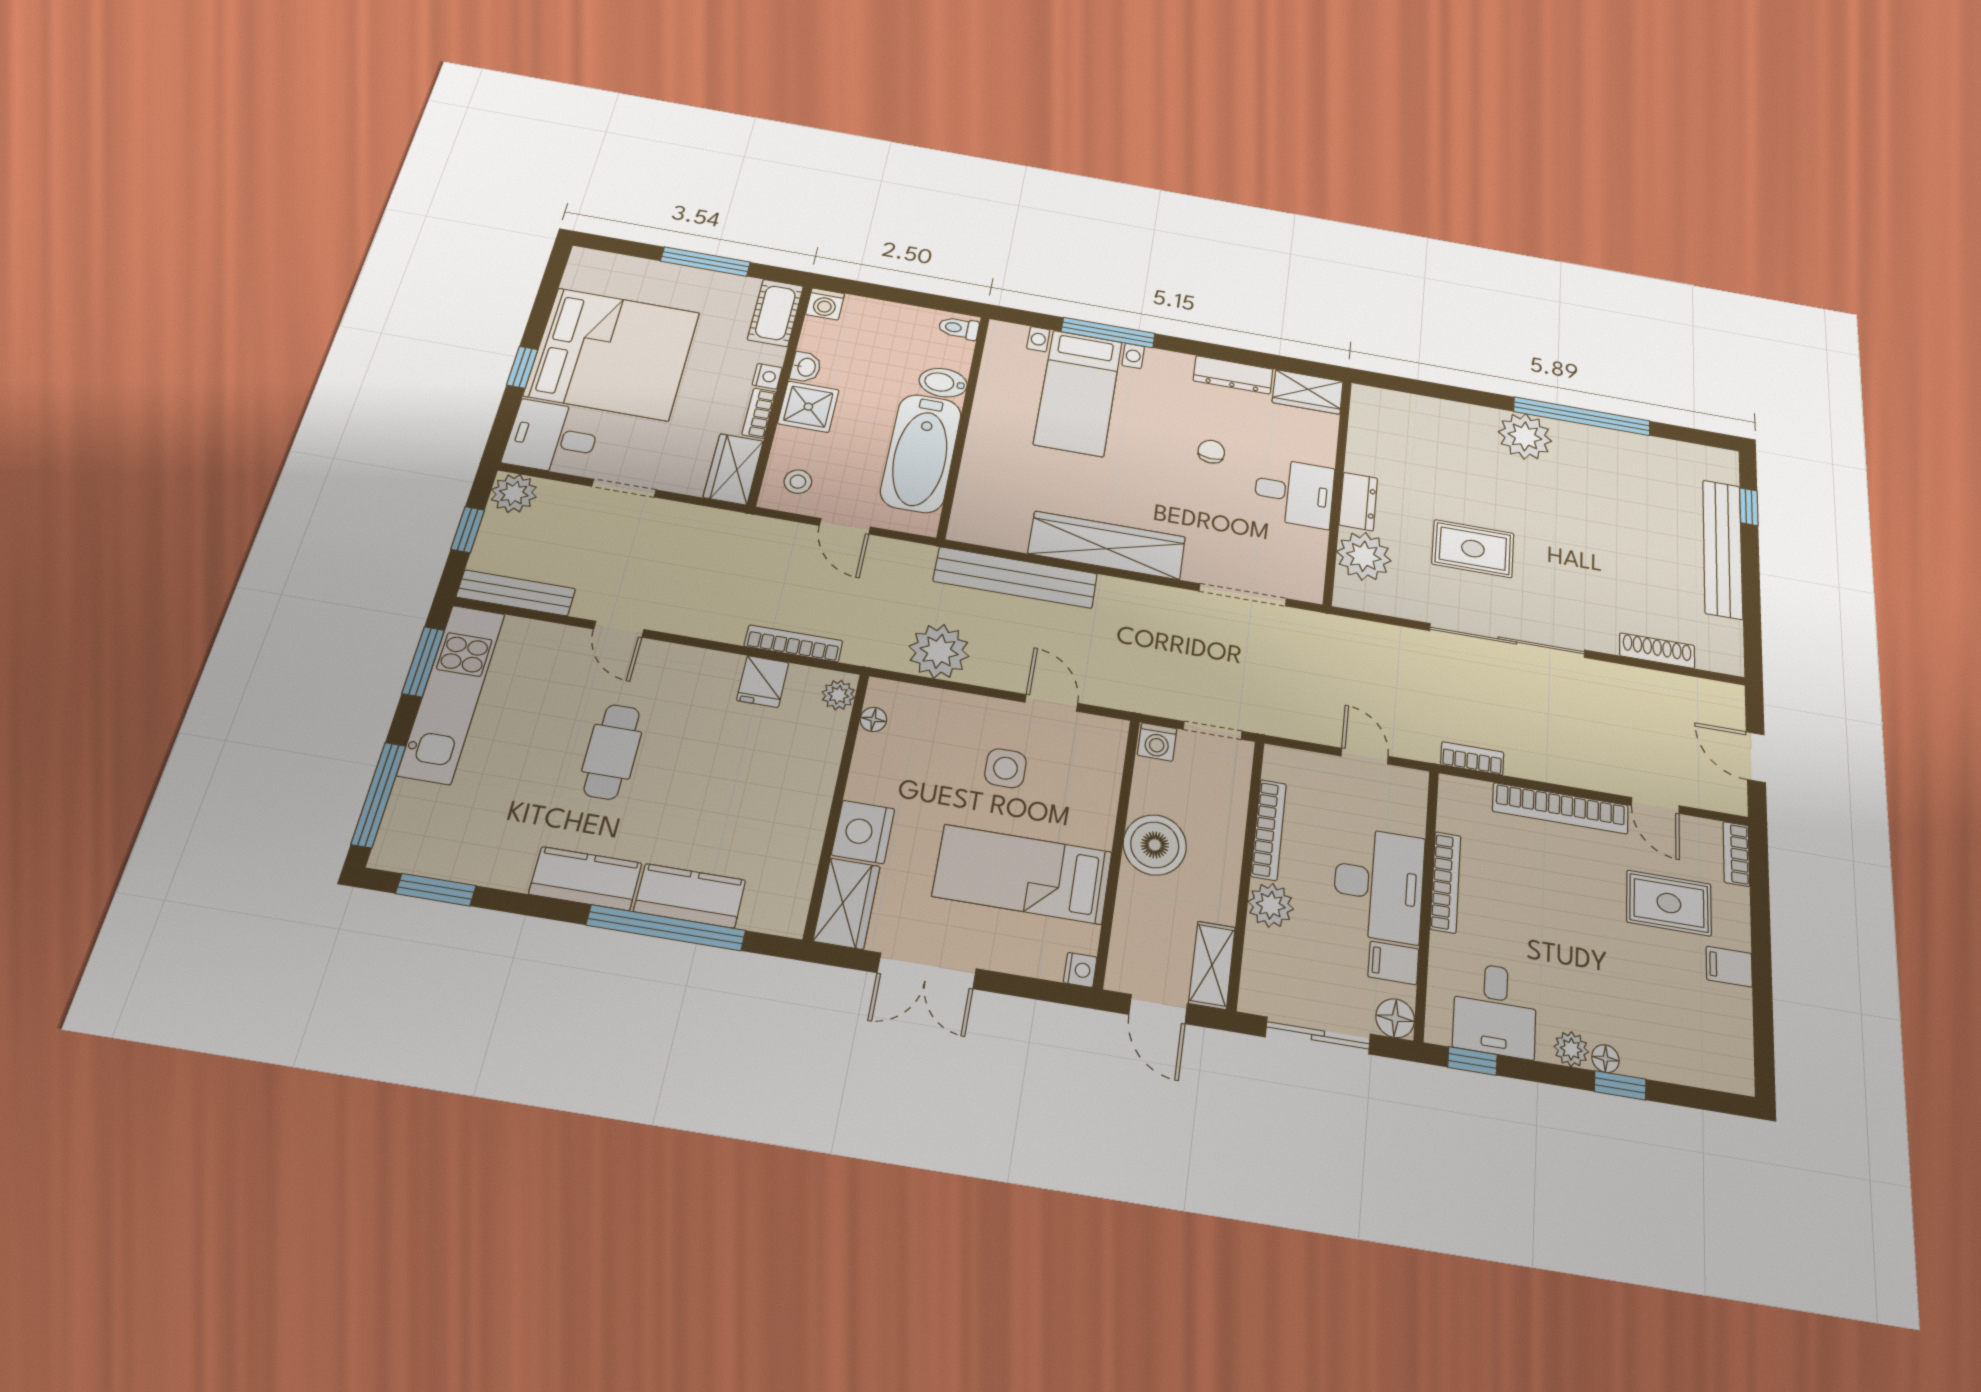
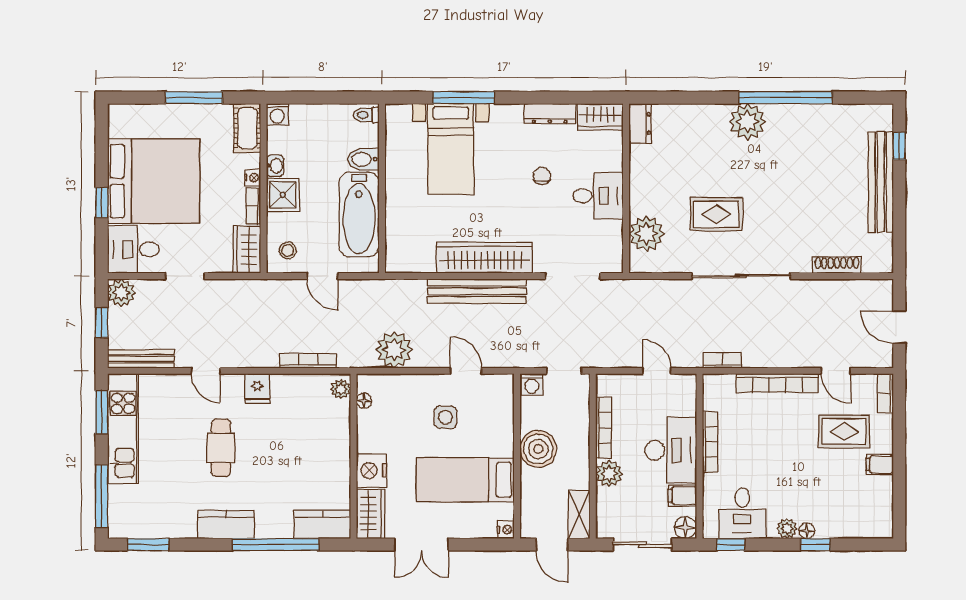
dresser: (1358, 502) -> (640, 124), moved
bench: (1015, 577) -> (477, 291), moved
fridge: (763, 682) -> (257, 389), moved
kitchen counter: (690, 896) -> (322, 524), moved

